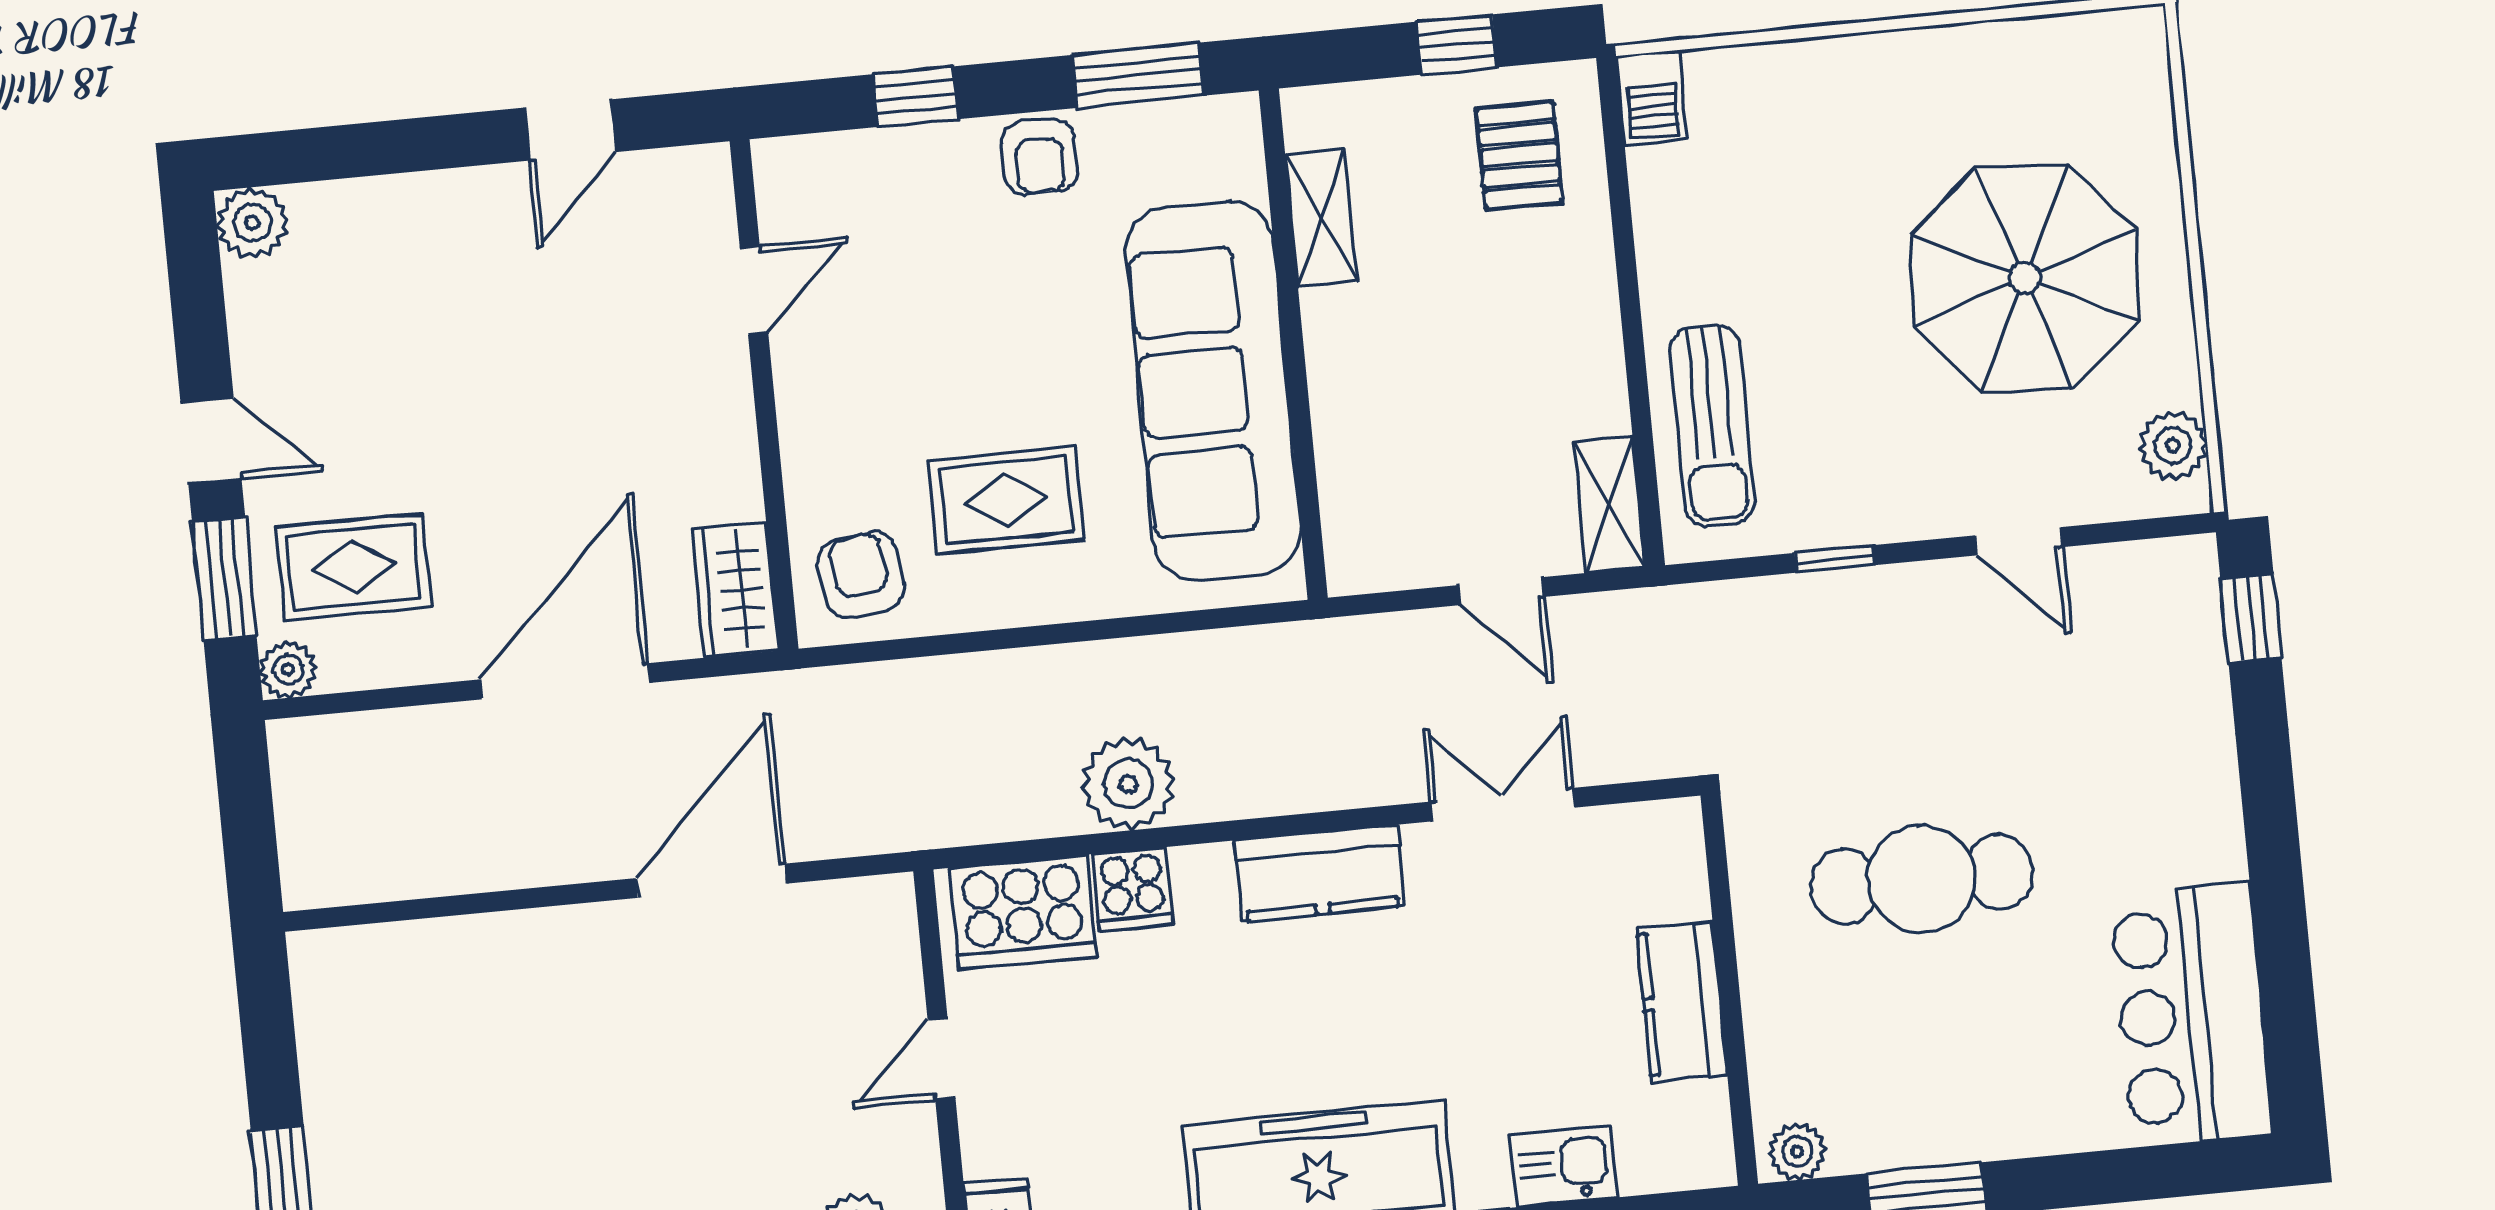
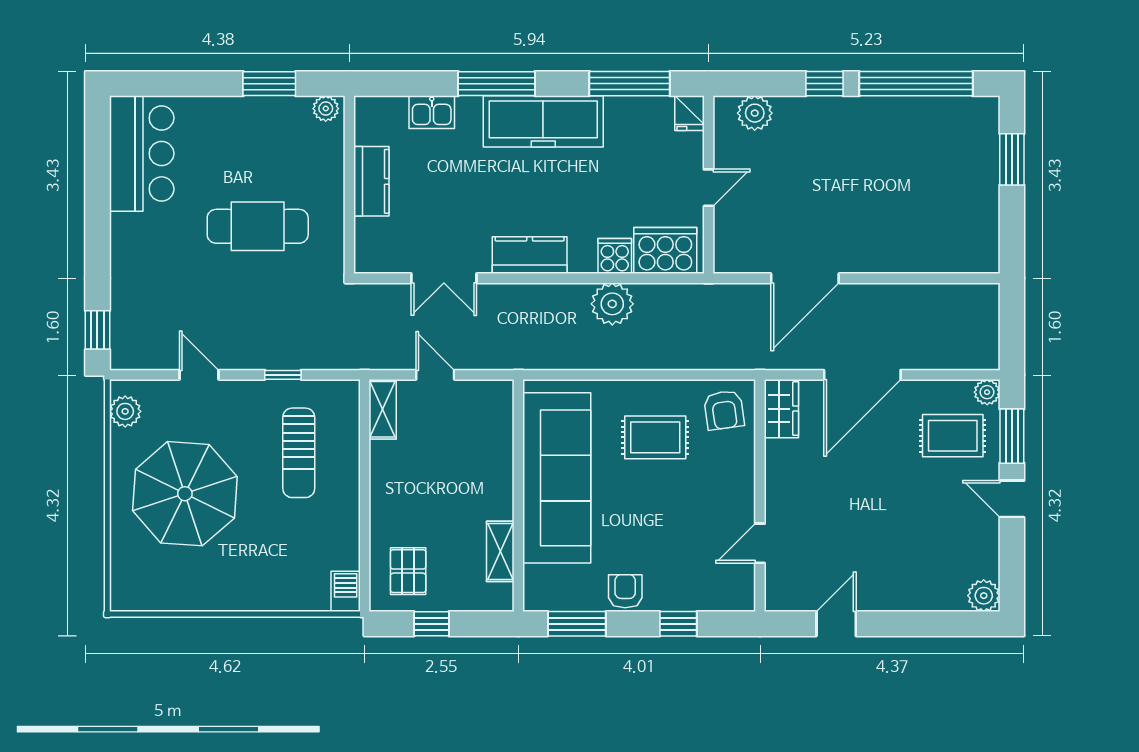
sun lounger: (1712, 426) -> (299, 453), moved, turned 180

